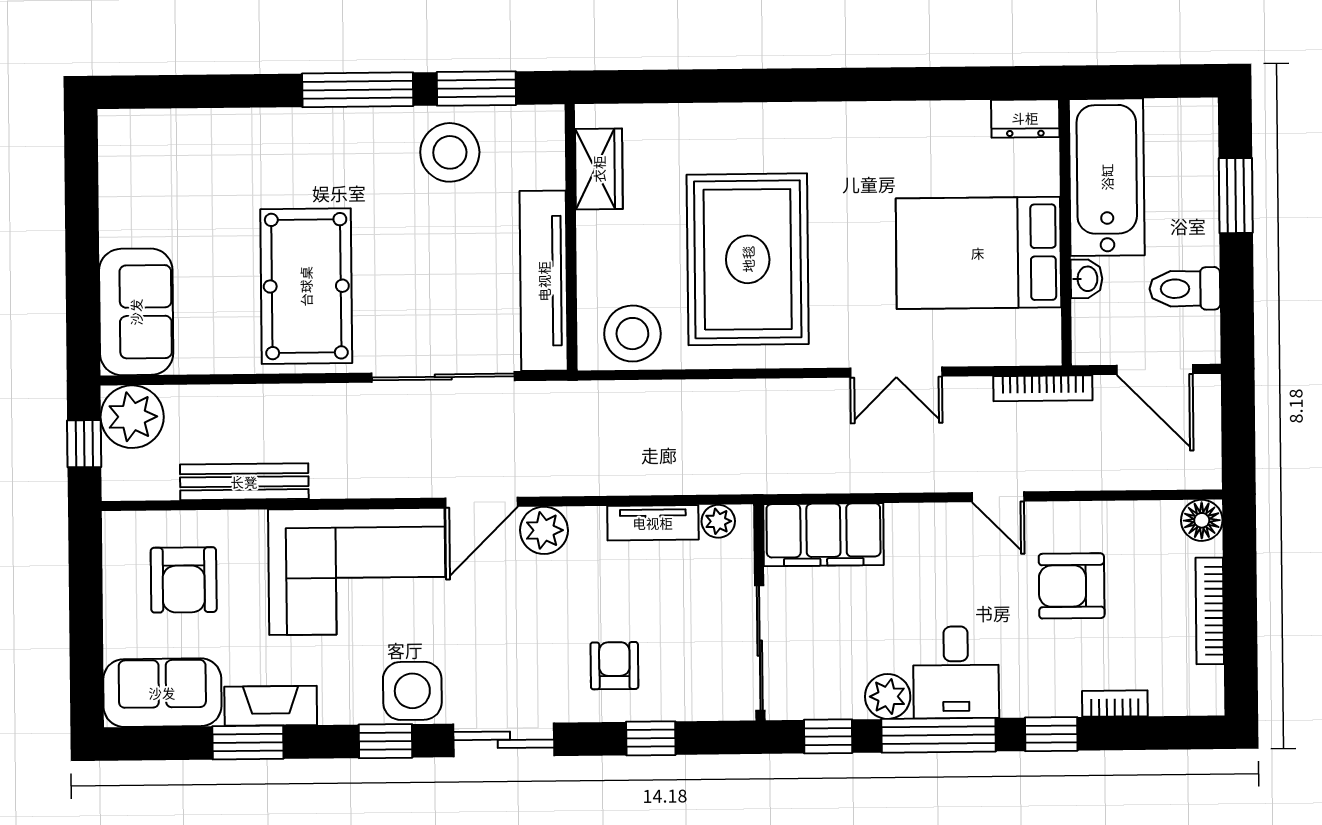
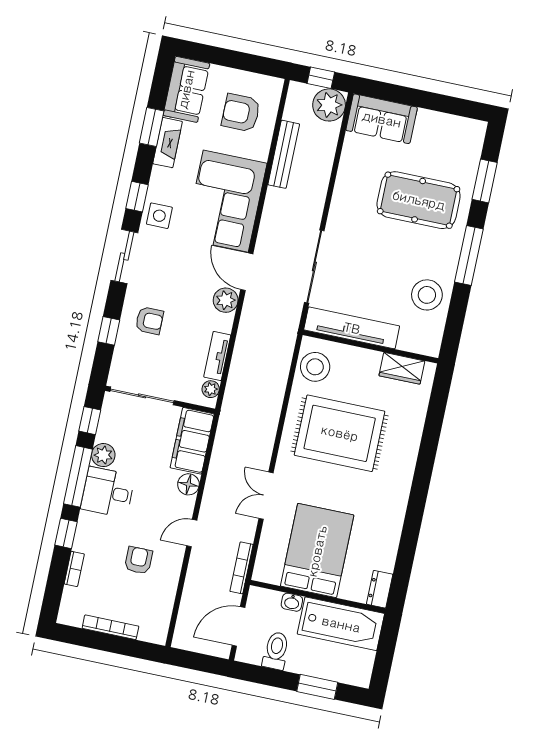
window: (476, 88) -> (485, 181), moved
pool table: (306, 286) -> (419, 200), moved
floor lamp: (1202, 520) -> (188, 484), moved
armchair: (1072, 586) -> (139, 560), width x0.72, depth x0.72
side table: (412, 691) -> (159, 216), width x0.73, depth x0.73

